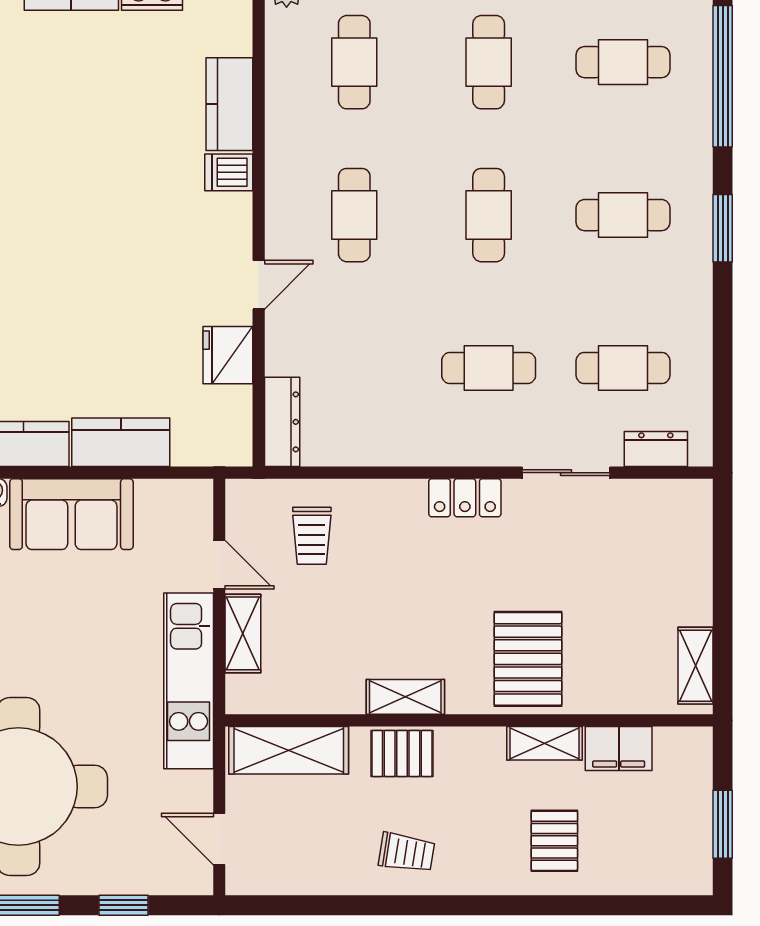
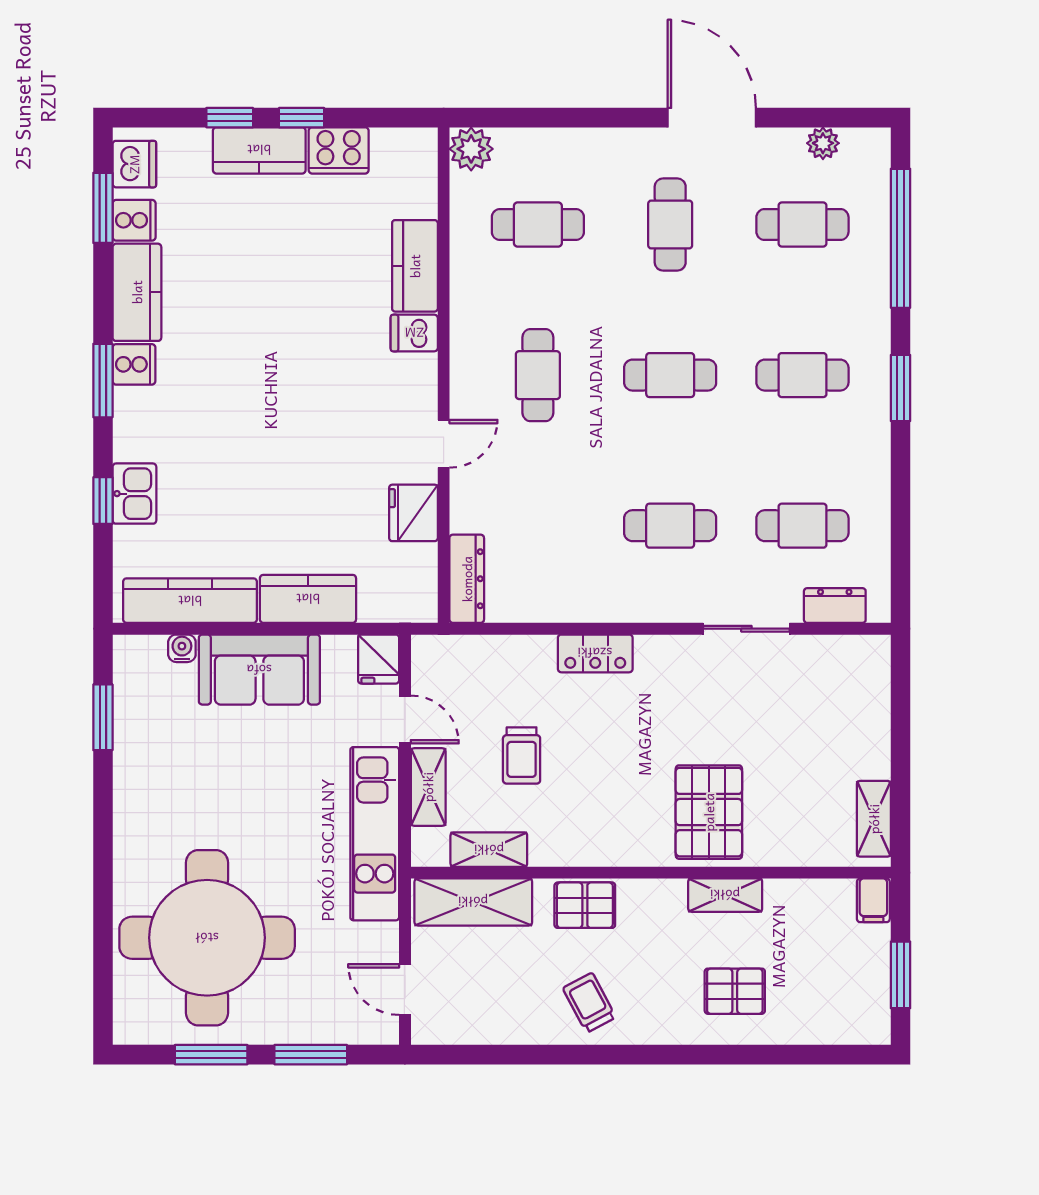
cafe table: (354, 62) -> (538, 225), turned 90
cafe table: (489, 215) -> (670, 375), turned 90
locker: (465, 498) -> (595, 653), moved
fridge: (193, 503) -> (379, 659), added
trolley: (312, 536) -> (522, 755), moved
shelving: (405, 697) -> (489, 850), moved
filing cabinet: (619, 748) -> (873, 900), moved, width x0.50
pallet: (554, 841) -> (735, 991), turned 90
trolley: (407, 853) -> (589, 1003), turned -127
window: (124, 905) -> (311, 1055), width x1.50

